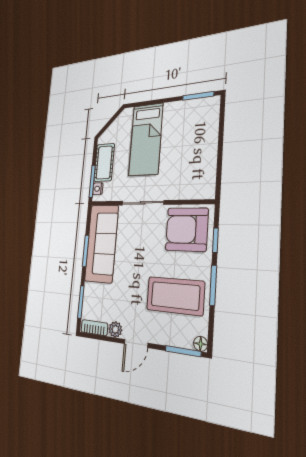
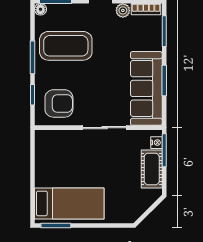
bed: (146, 140) -> (69, 203), moved, turned 90
armchair: (187, 229) -> (59, 103), width x0.73, depth x0.73

